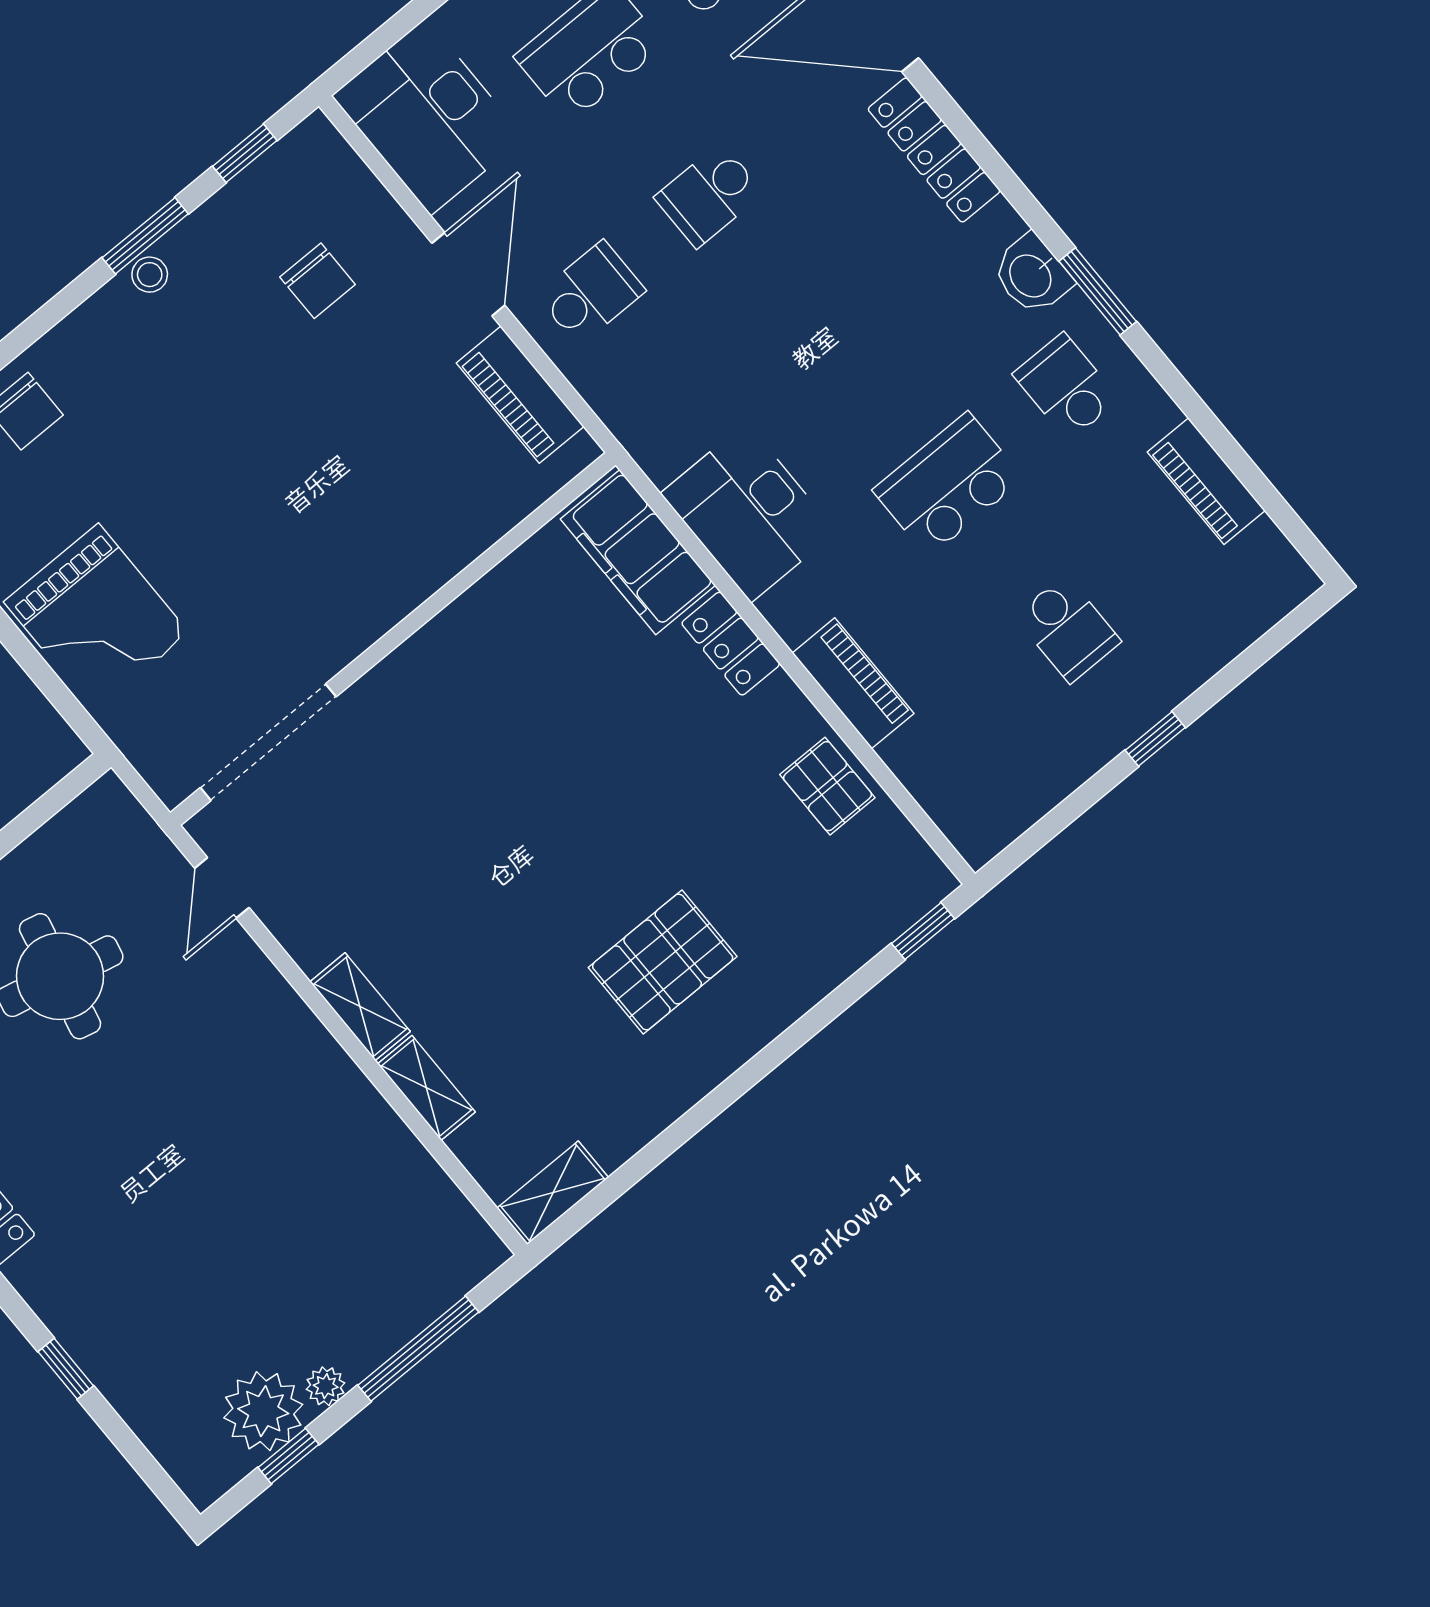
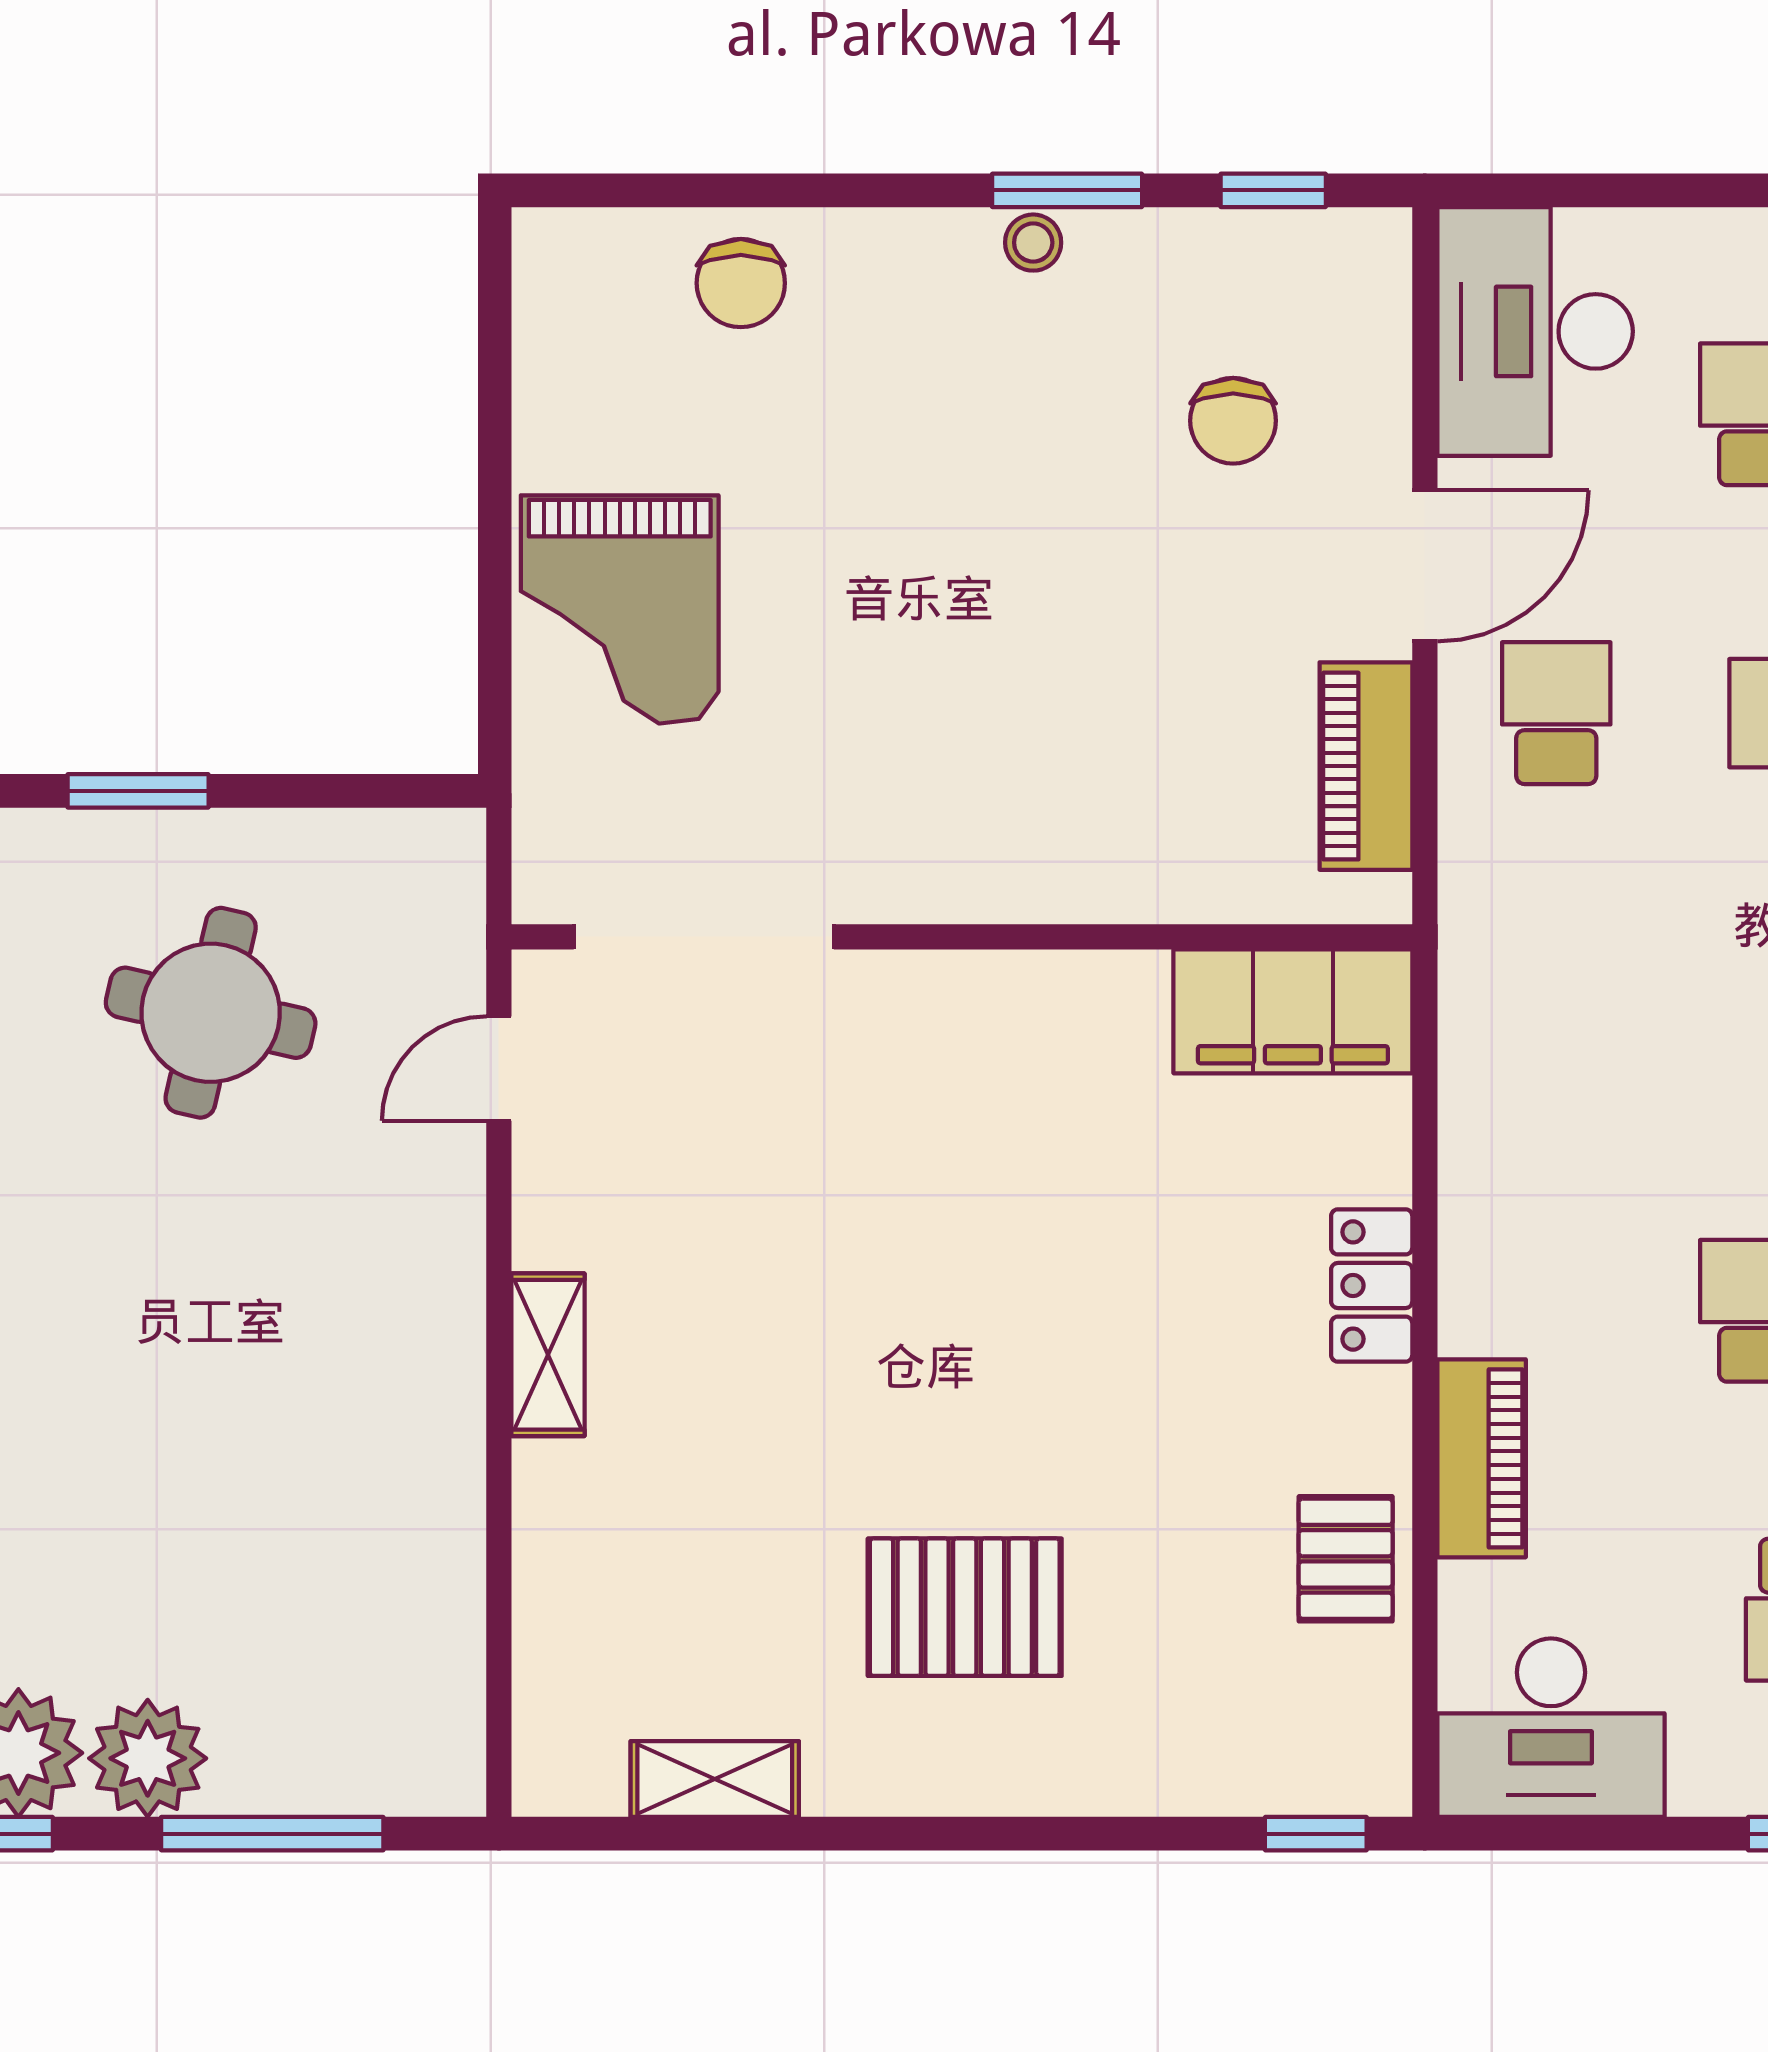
school desk: (591, 293) -> (1556, 713), turned -90
desk: (748, 513) -> (1551, 1728), moved, turned -90
filing cabinet: (638, 552) -> (1293, 1011), moved, turned -90
shelving: (426, 1088) -> (547, 1522), removed
shelving: (553, 1193) -> (715, 1779), moved
plant: (326, 1386) -> (148, 1758), width x1.88, depth x1.88

